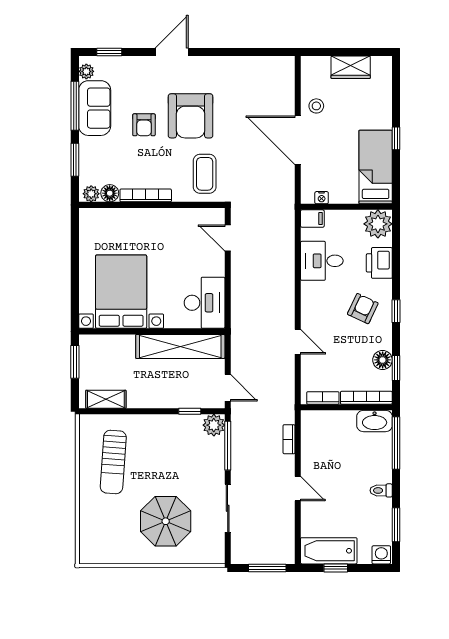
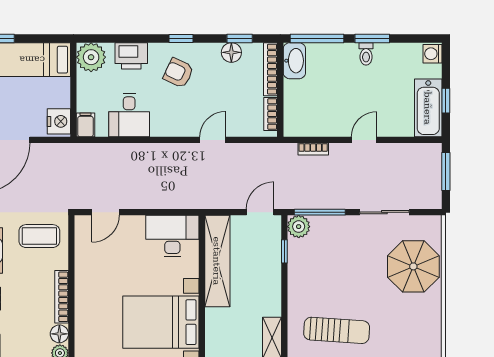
nightstand: (322, 198) -> (59, 121), width x1.89, depth x1.79
parasol: (166, 521) -> (413, 266), moved
window: (396, 525) -> (372, 39), moved

